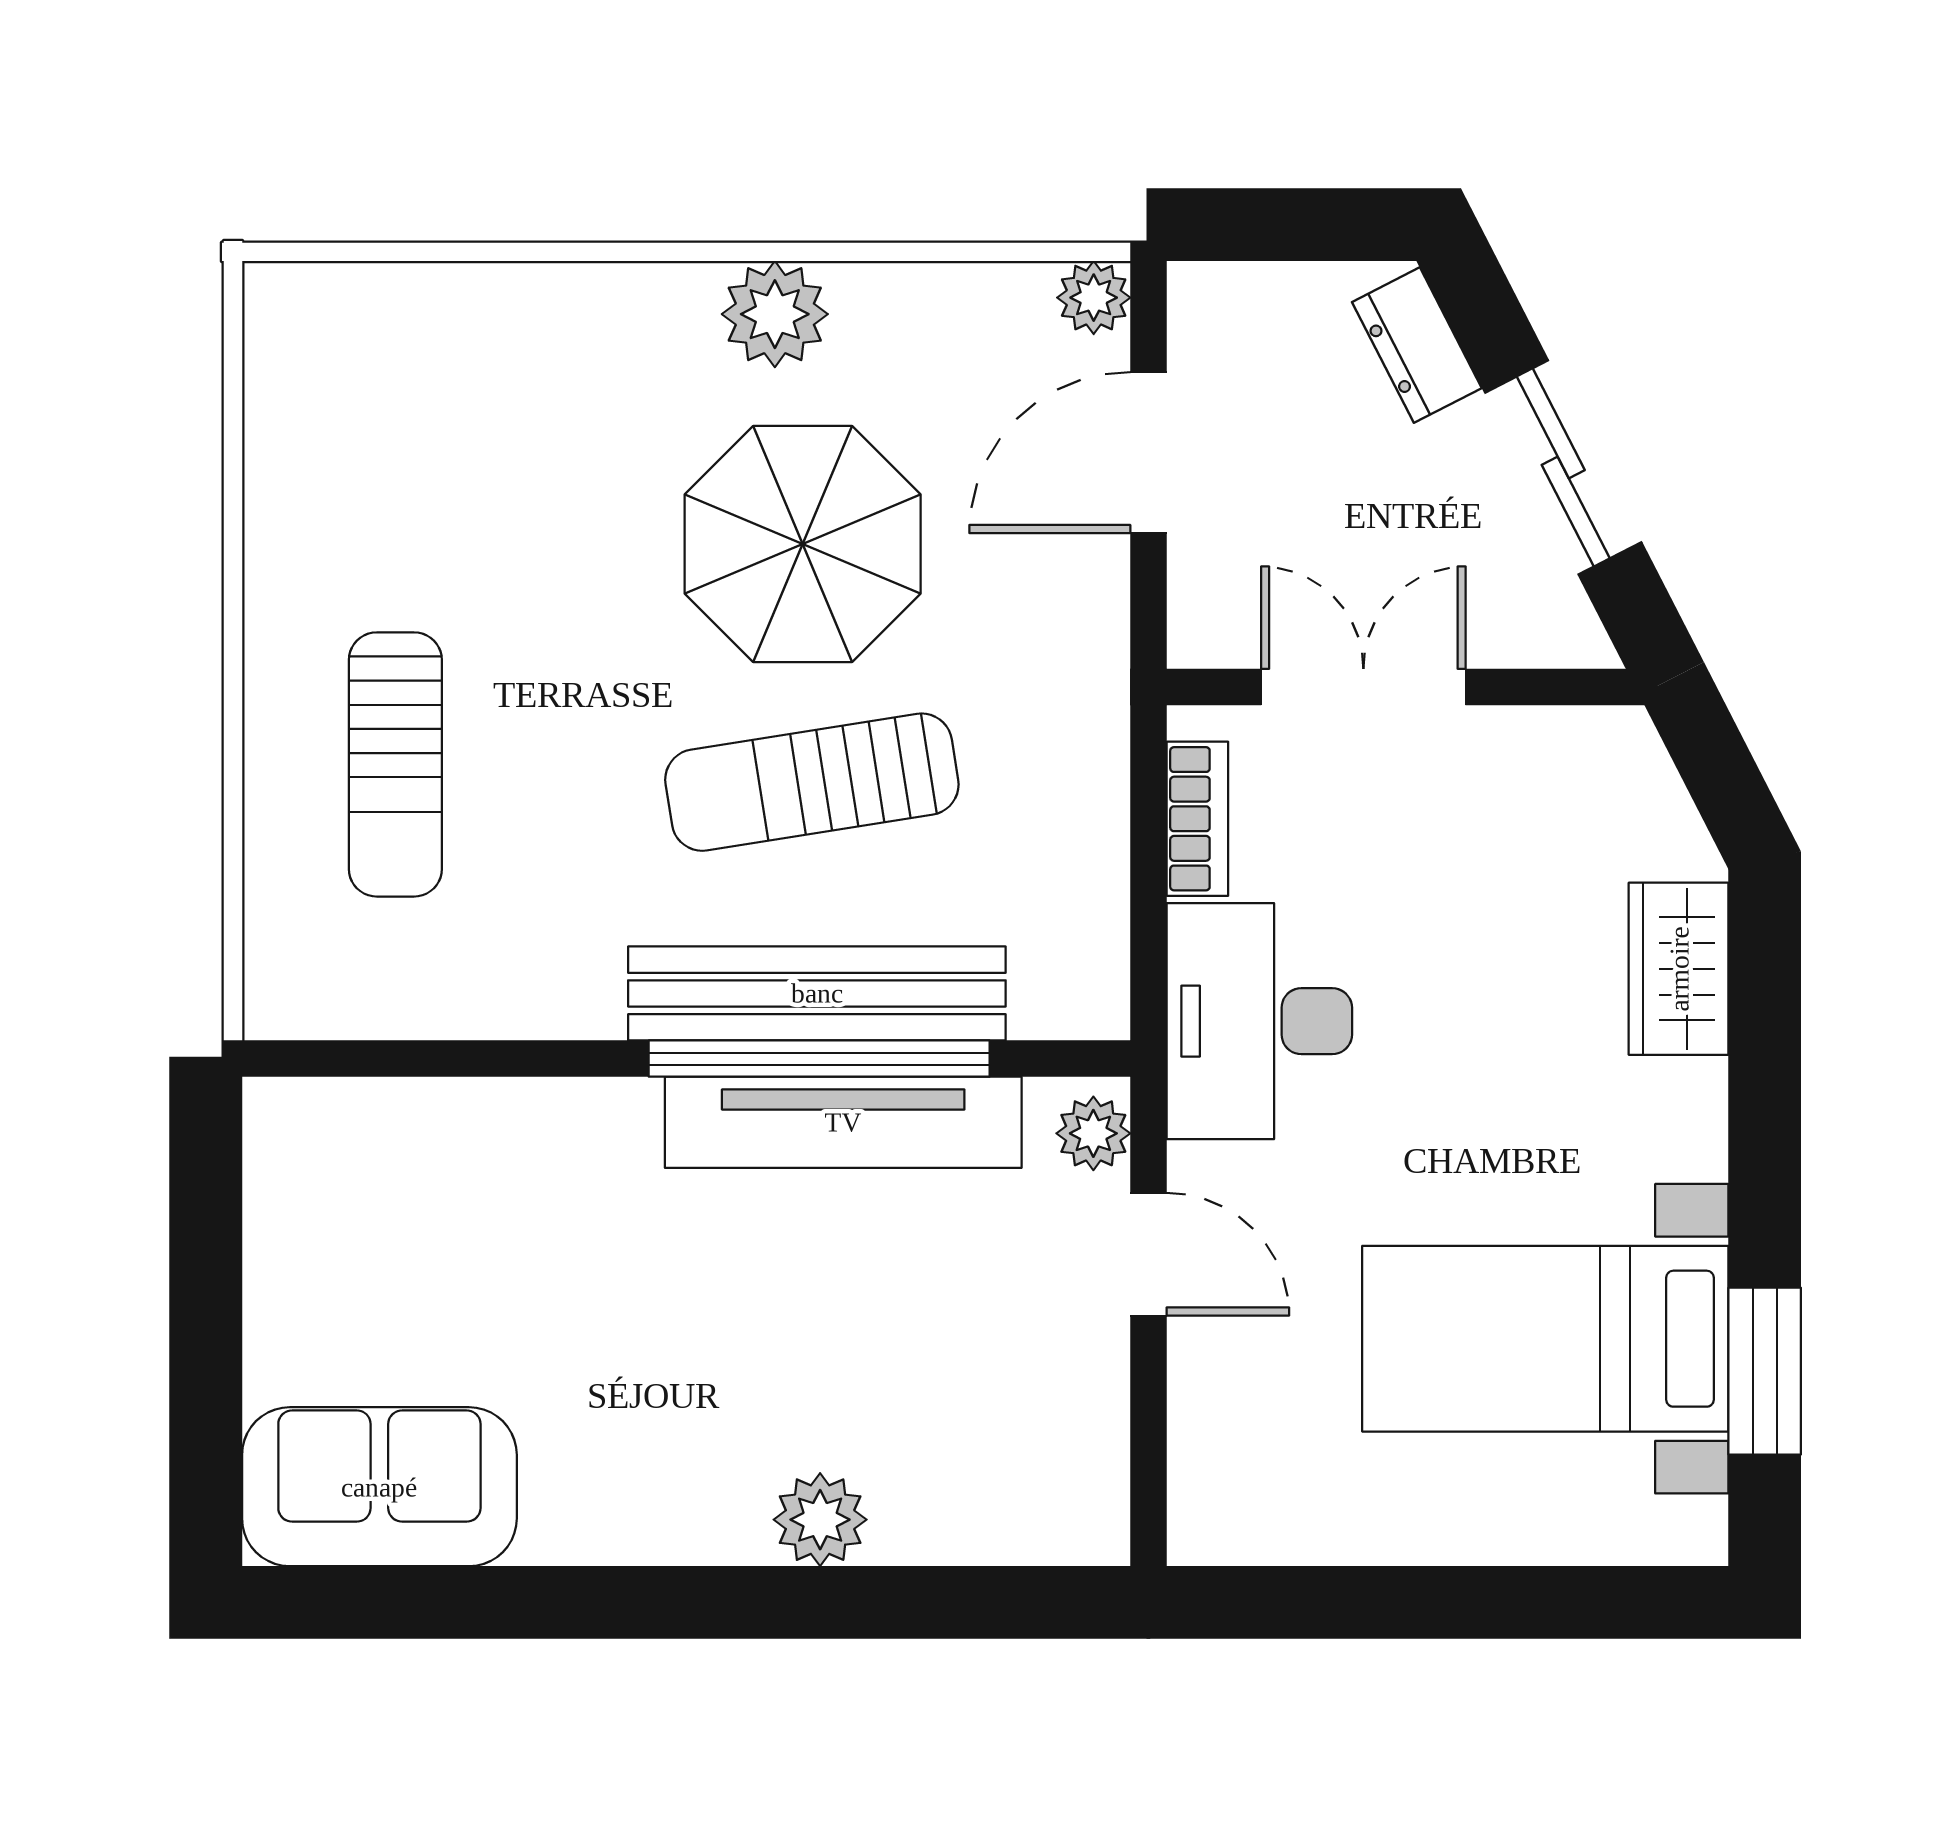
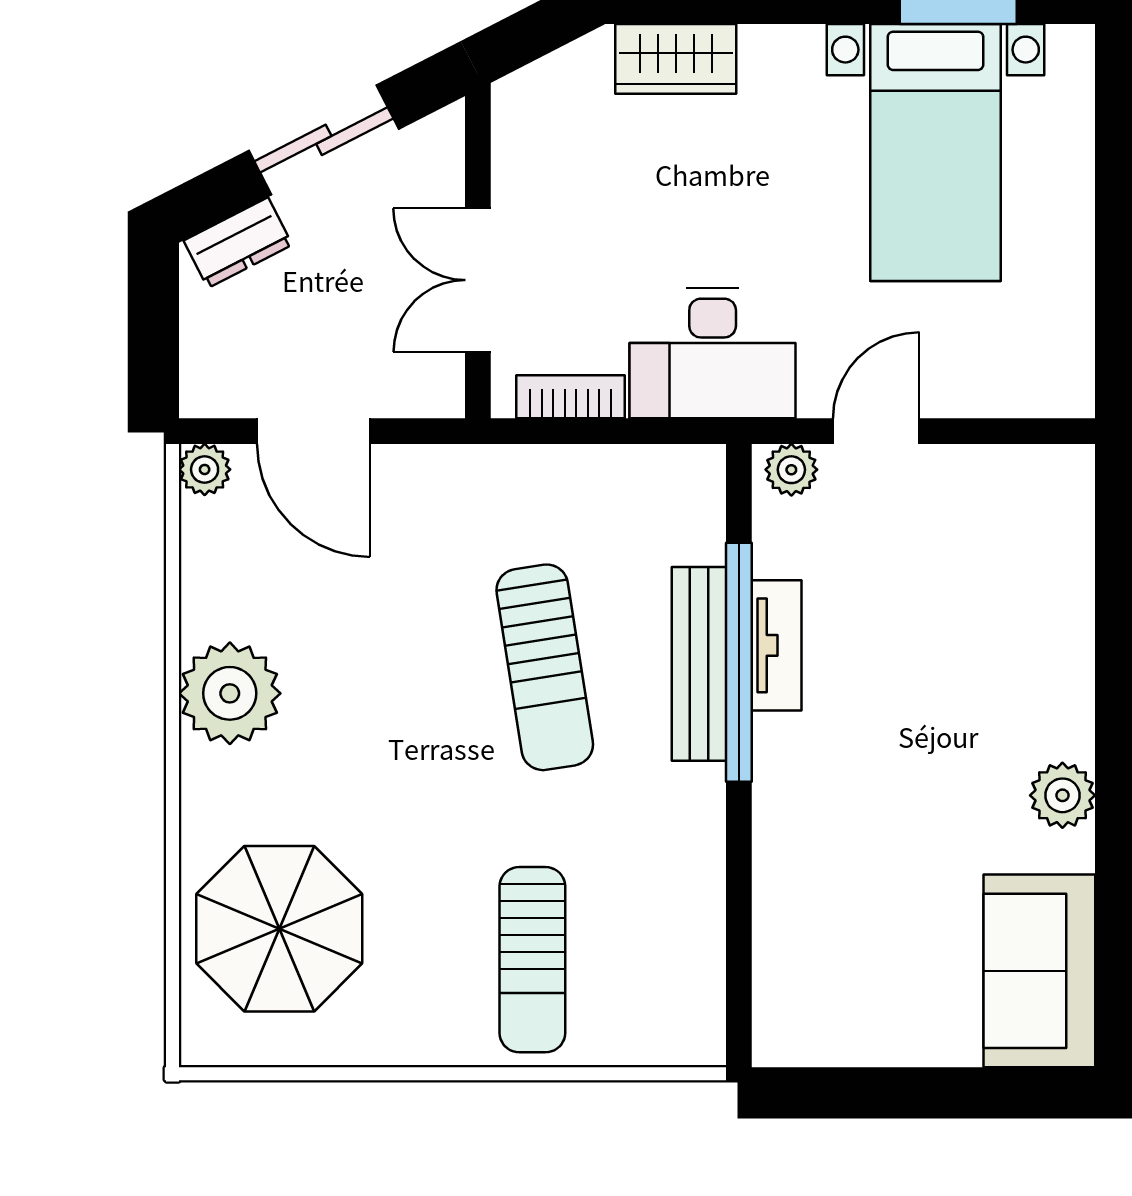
plant: (775, 314) -> (230, 693), width x1.36, depth x1.36
parasol: (803, 544) -> (279, 929), moved
sun lounger: (395, 764) -> (532, 960), turned 90
bench: (817, 993) -> (699, 664), width x0.73, depth x0.82
tv unit: (843, 1122) -> (776, 645), width x0.52, depth x0.78
plant: (820, 1520) -> (1062, 795), moved

